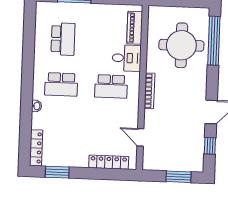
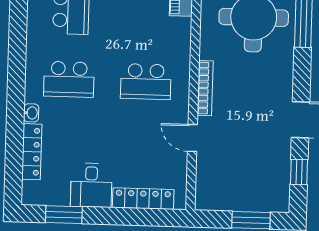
desk: (127, 58) -> (91, 185), moved, turned 90
door: (140, 137) -> (192, 138), moved
locker: (36, 148) -> (32, 152), moved

